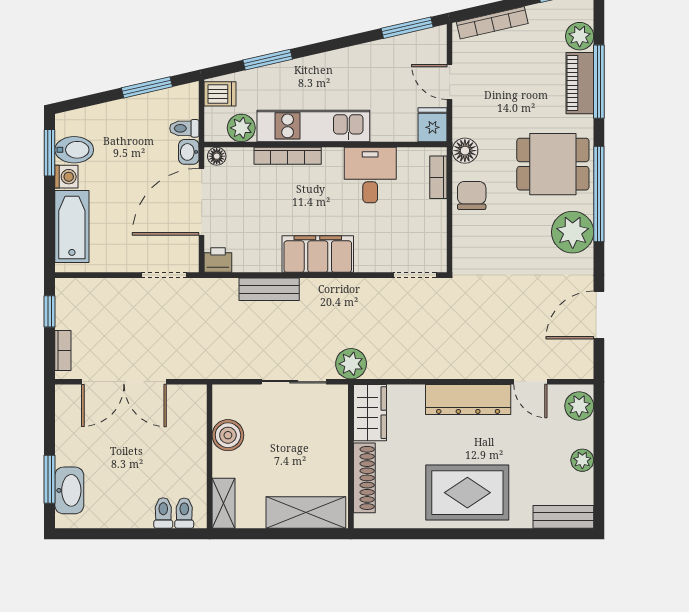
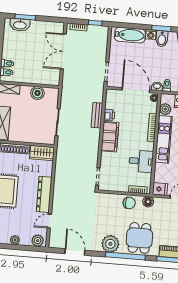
printer: (218, 260) -> (109, 115), moved
plant: (351, 364) -> (63, 147), removed

